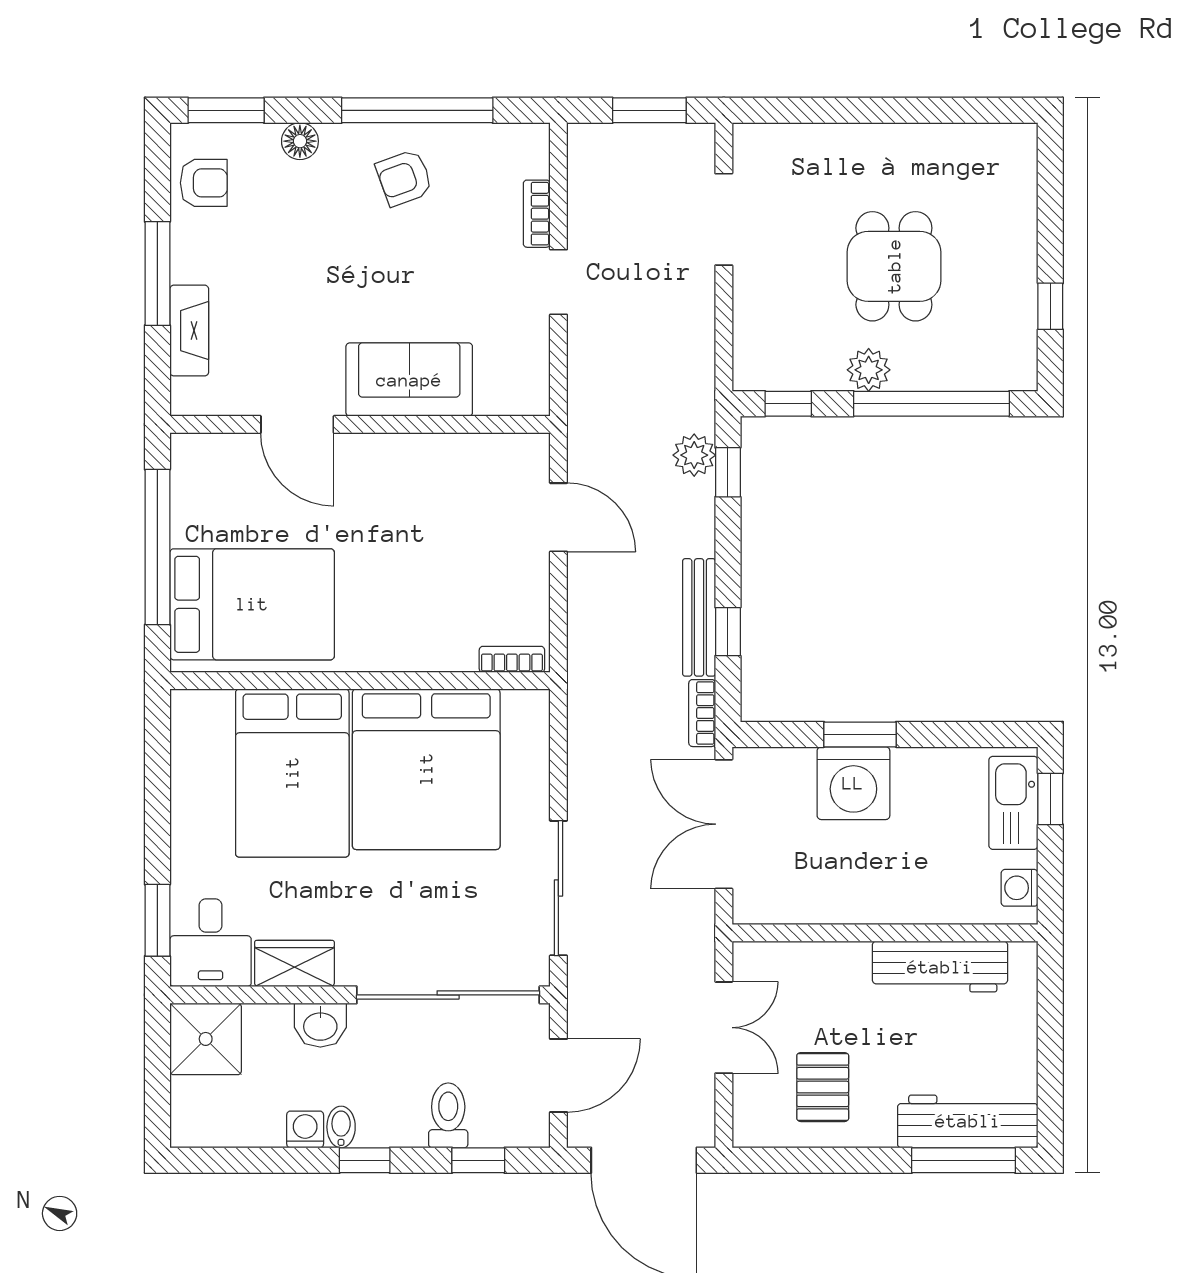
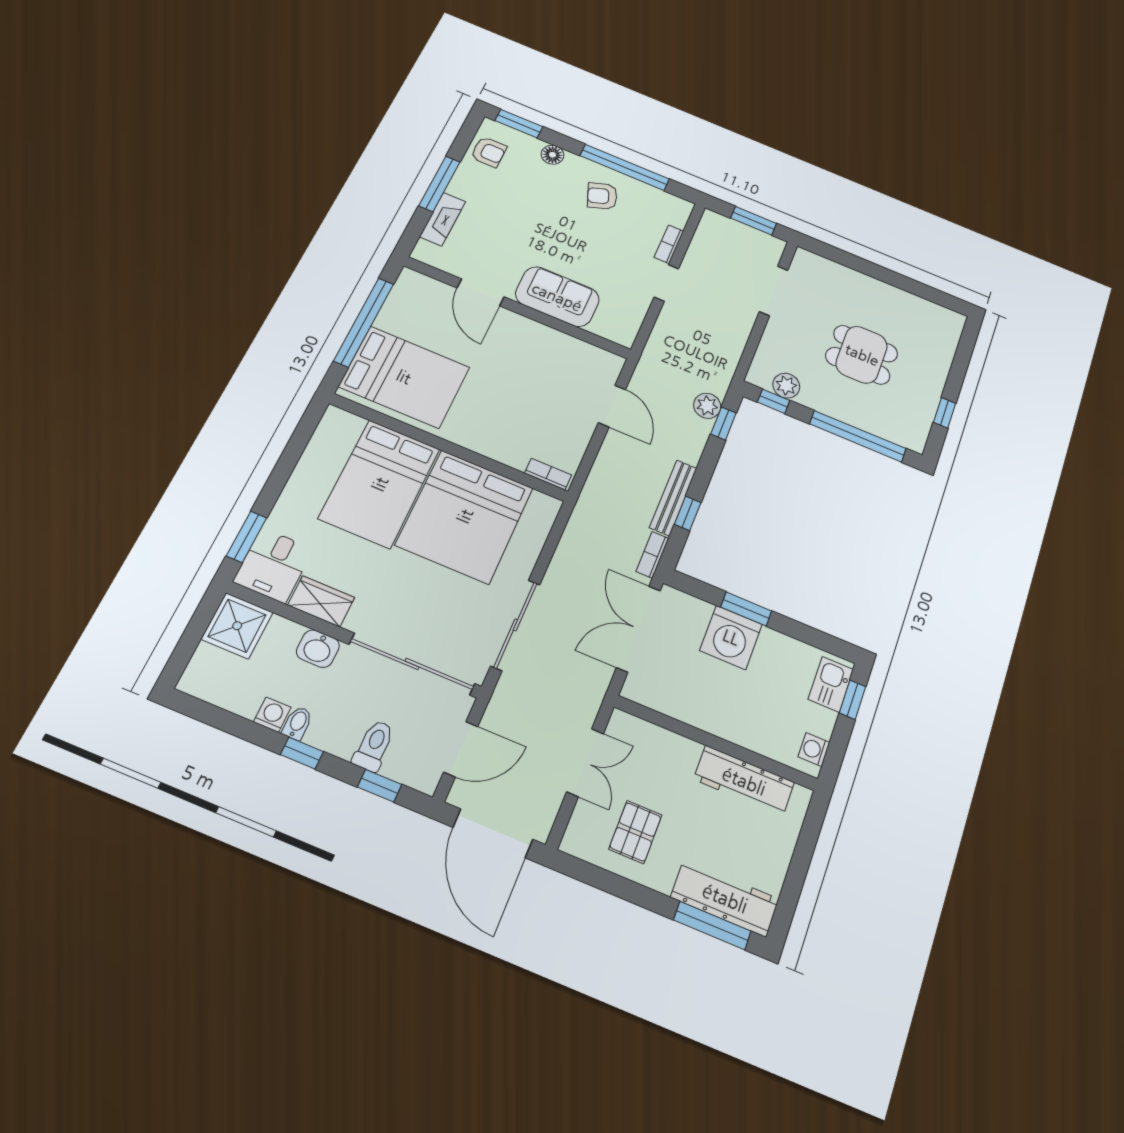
dining table: (894, 266) -> (862, 355), turned 90
plant: (869, 370) -> (786, 386), moved
kitchen sink: (1013, 803) -> (831, 684), width x0.73

